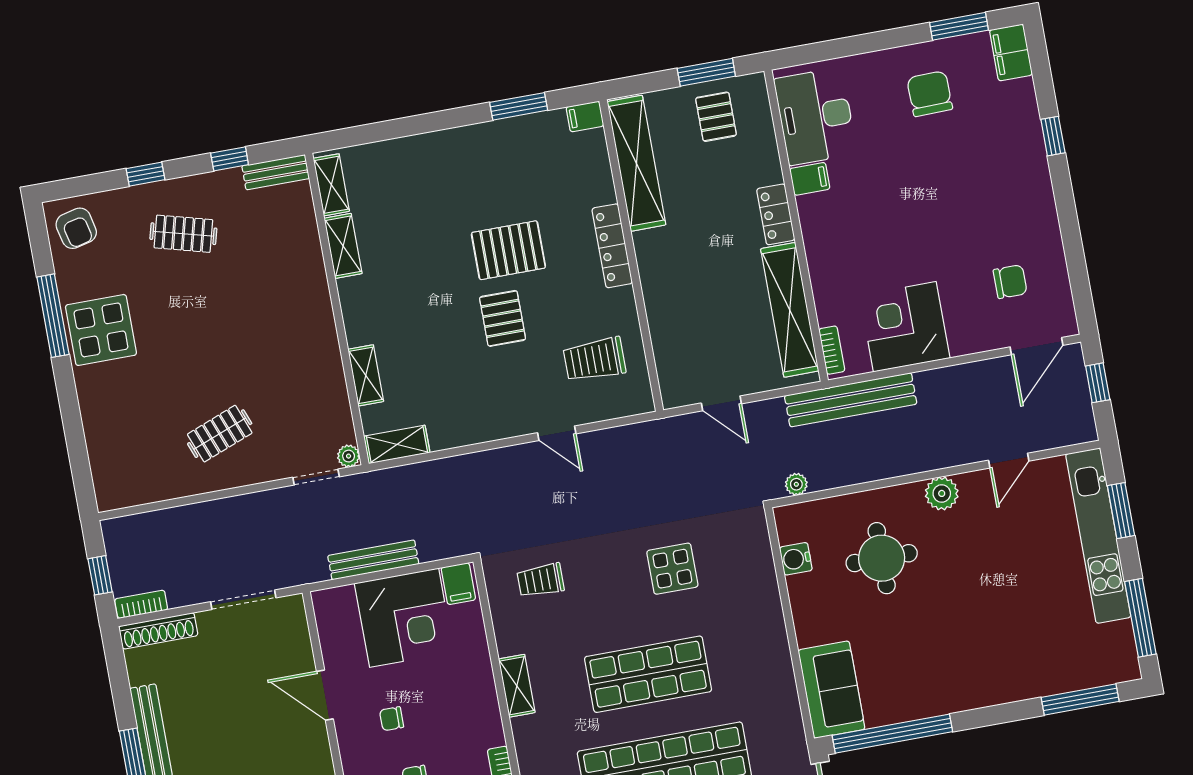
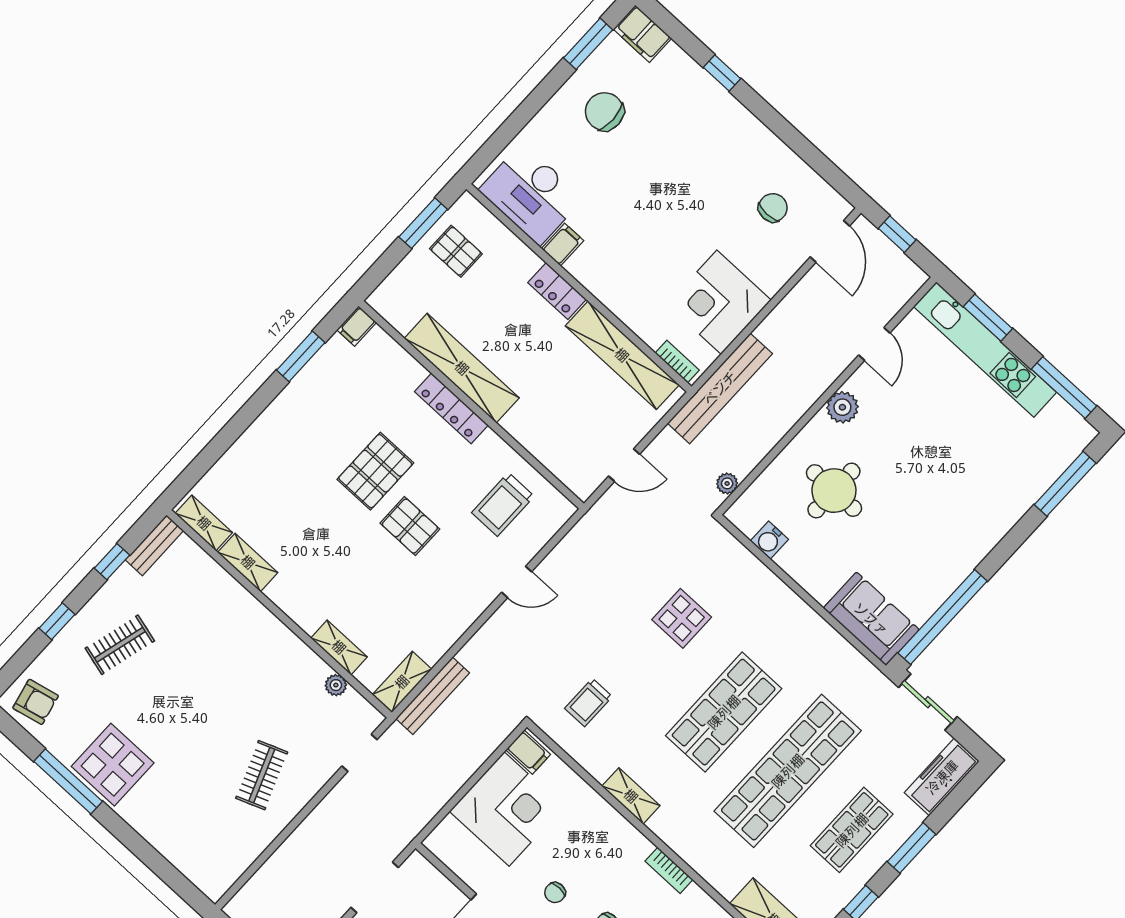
shelving: (636, 163) -> (462, 368), moved
plant: (349, 456) -> (336, 685), moved
bench: (373, 560) -> (433, 696), moved

